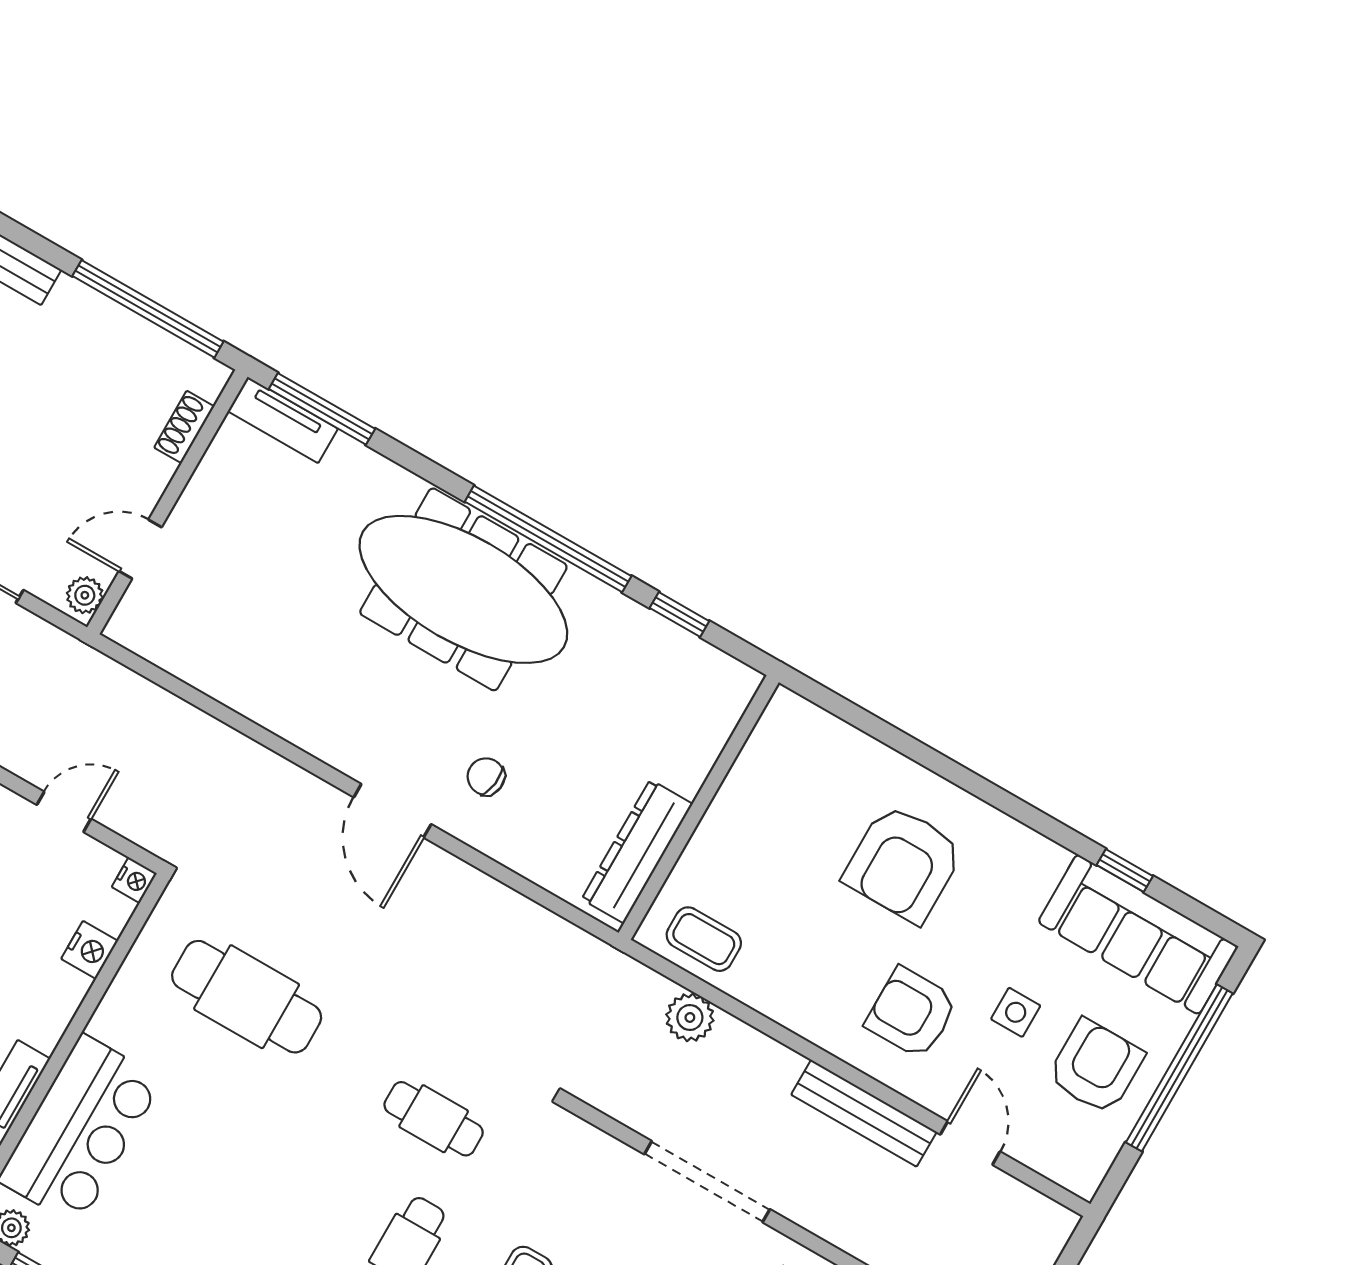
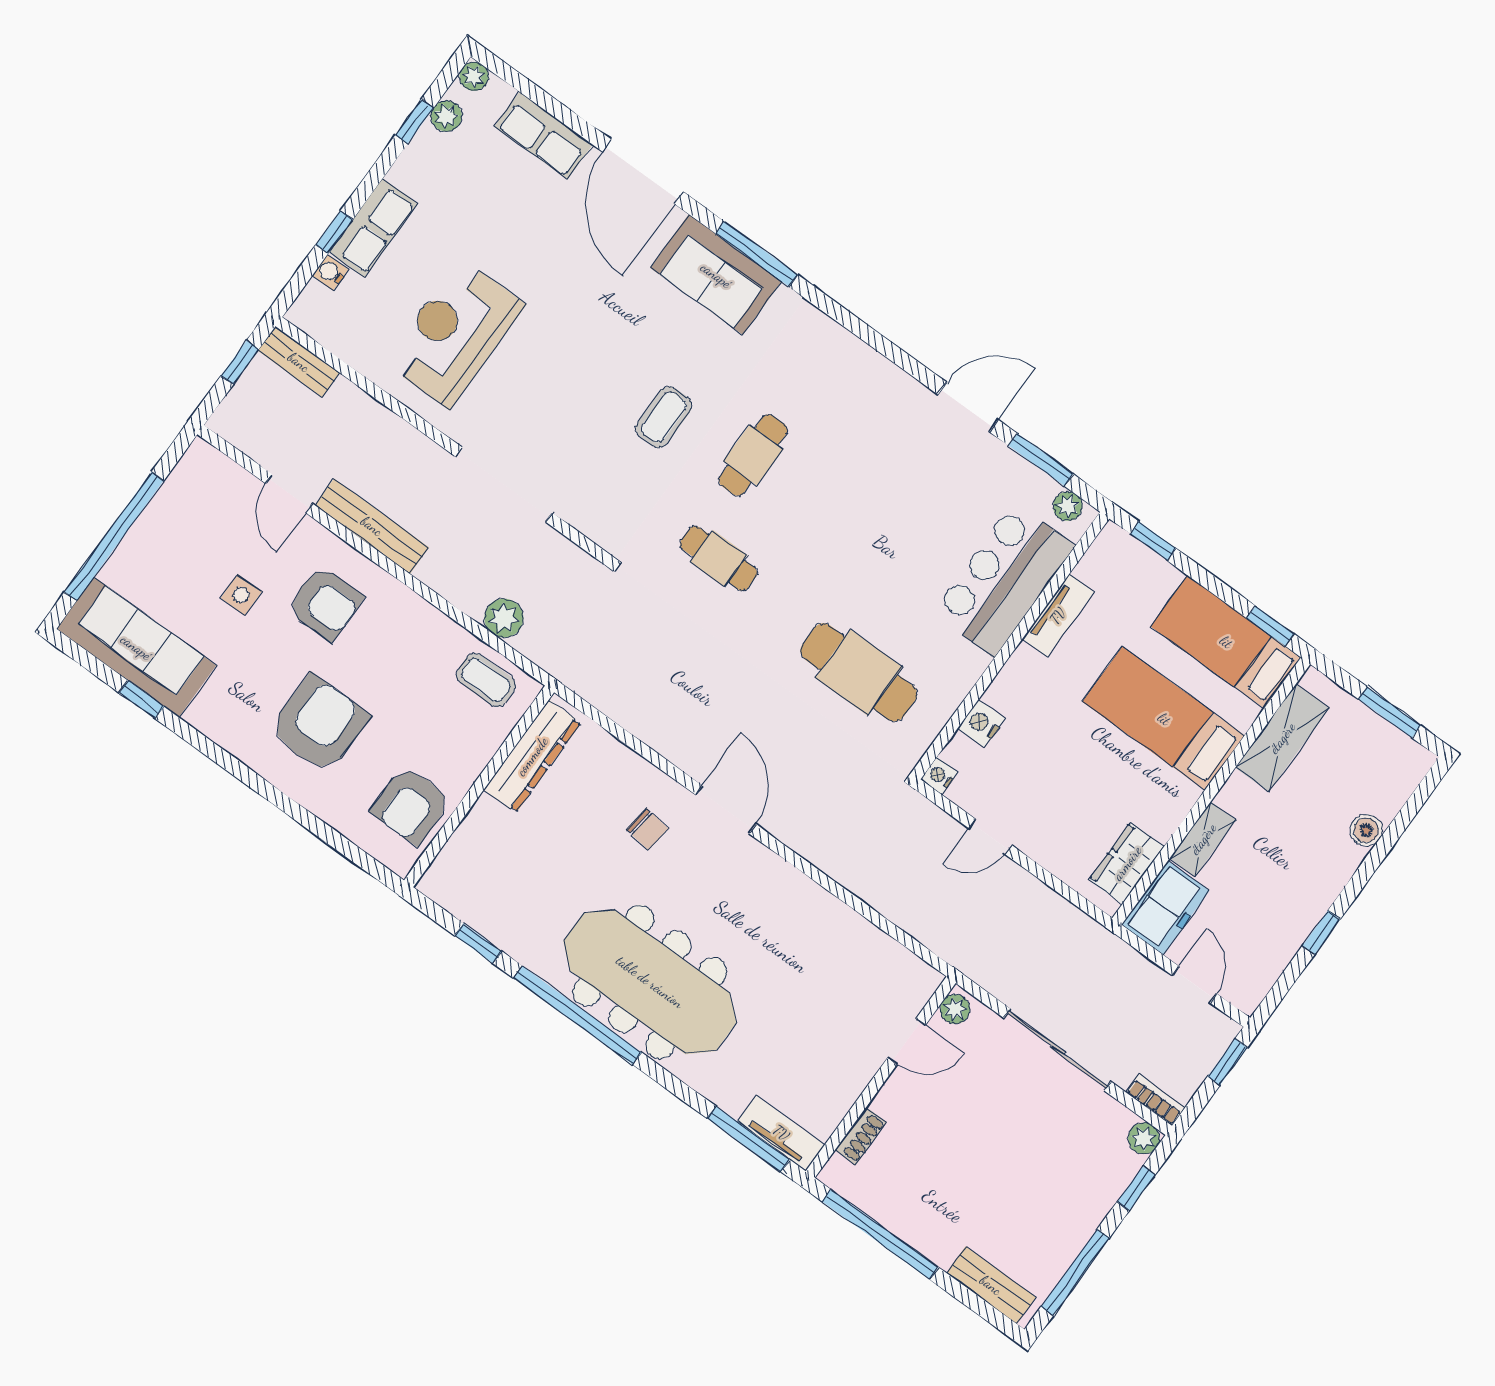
armchair: (1096, 1067) -> (411, 805), moved

